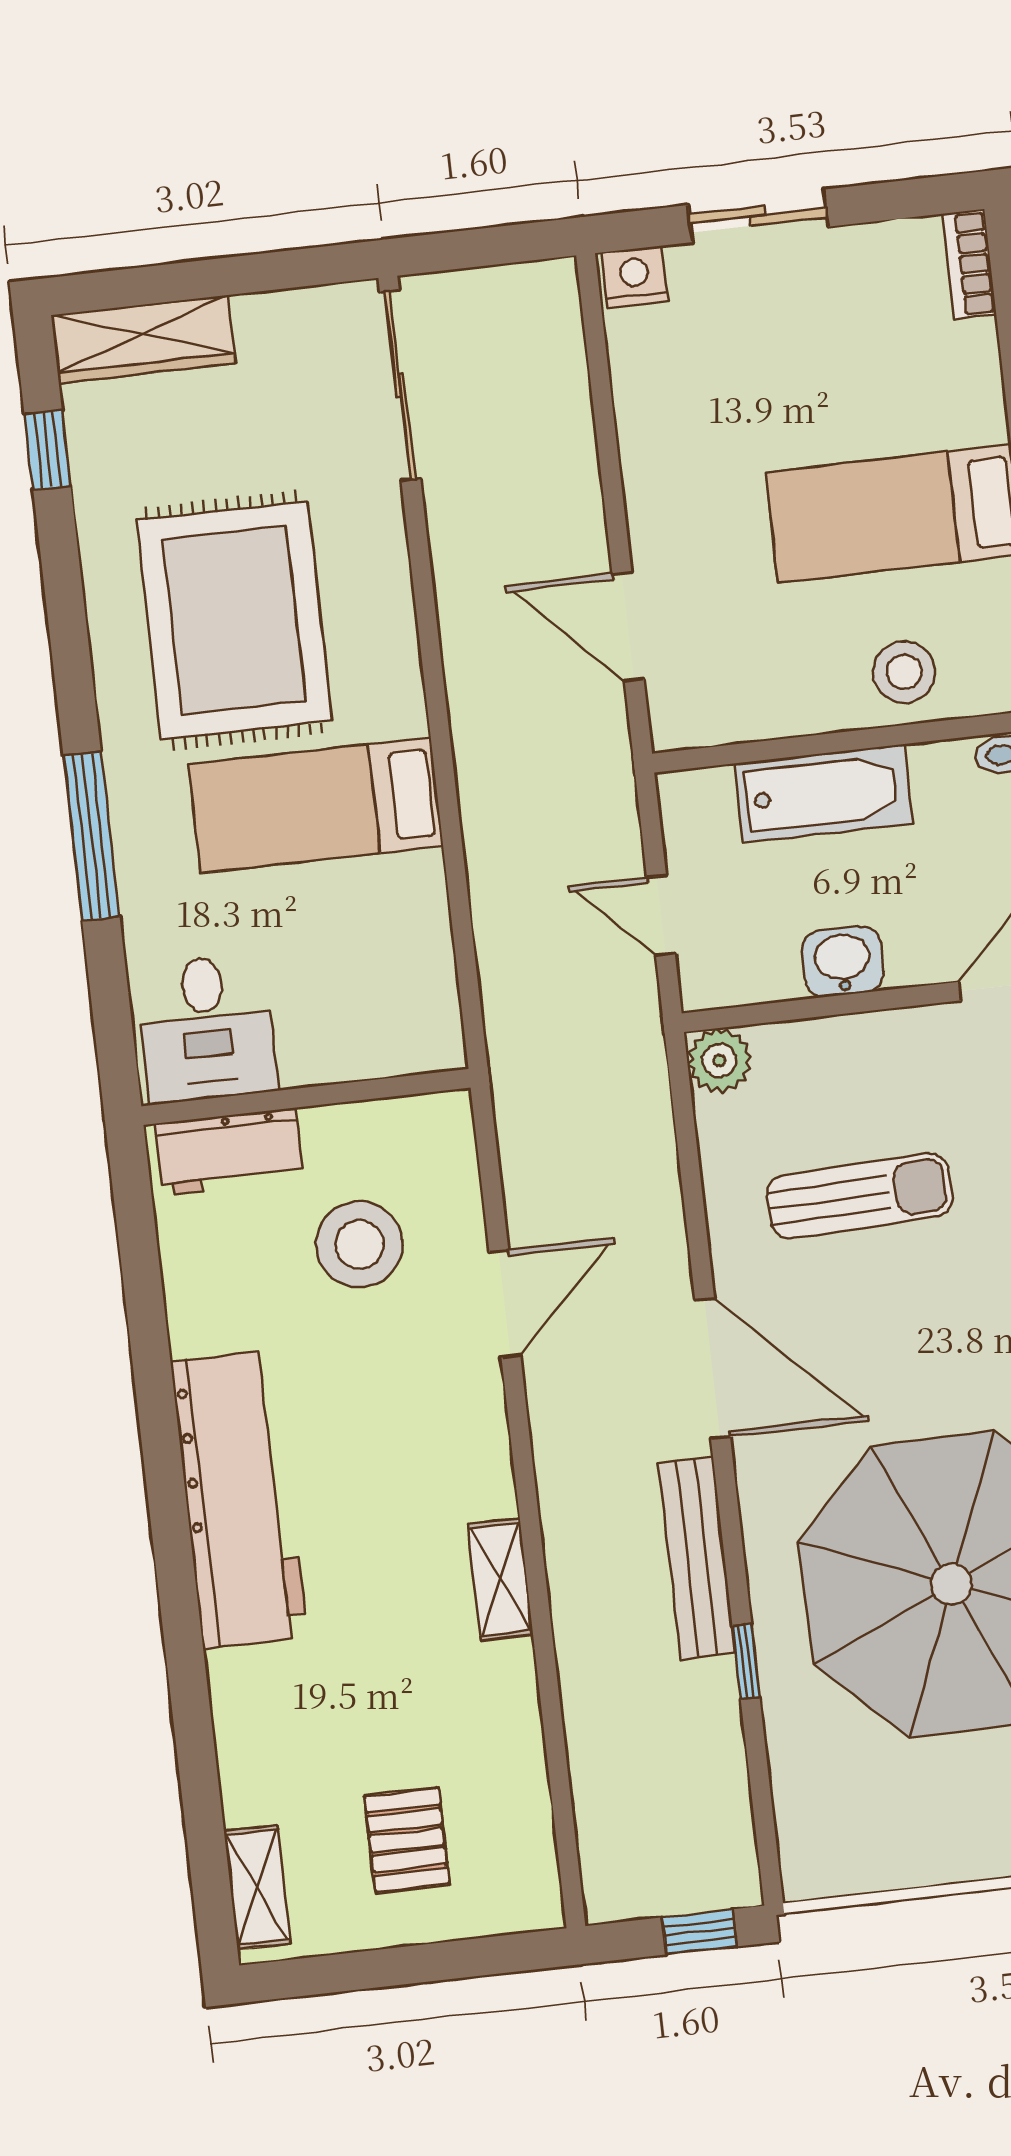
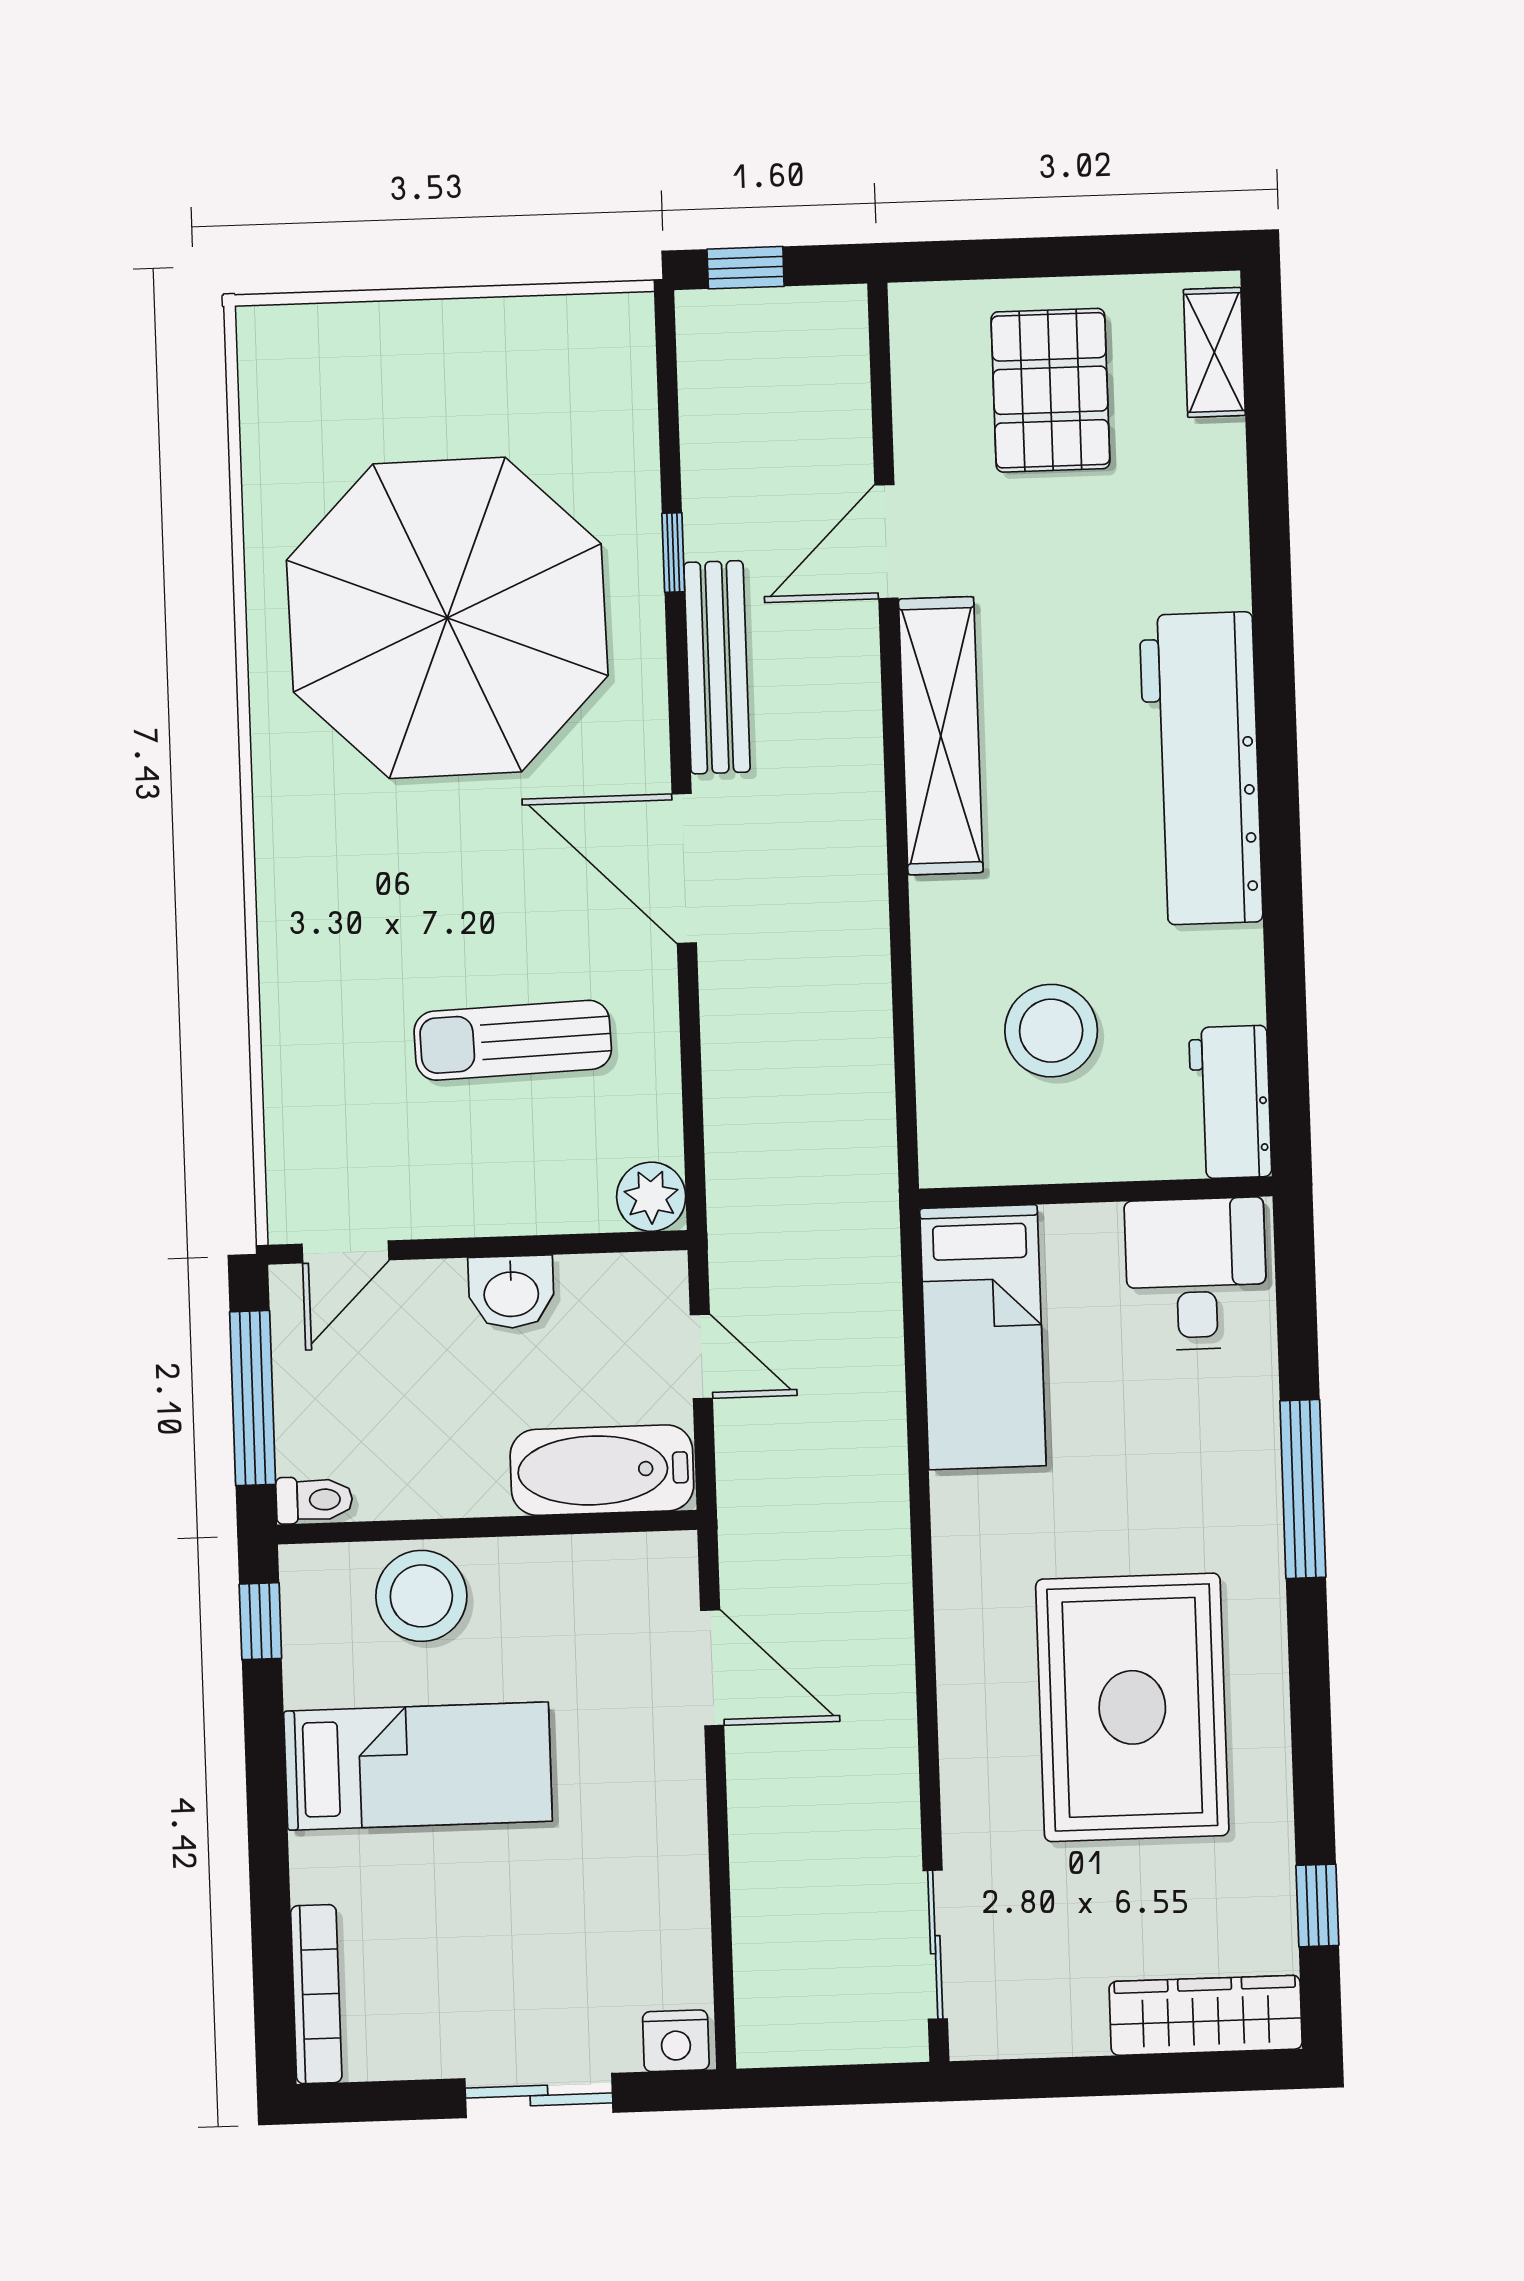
bookcase: (969, 264) -> (316, 1994), width x1.56
sliding door: (400, 385) -> (935, 1945), width x0.73
stool: (904, 672) -> (421, 1596), width x1.38, depth x1.38
bathtub: (823, 793) -> (602, 1470), moved
bed: (316, 805) -> (983, 1337), moved, turned 90
workbench: (229, 1152) -> (1230, 1102), moved, turned -90
door: (505, 1304) -> (886, 542), moved
shelving: (500, 1579) -> (941, 736), width x2.20, depth x1.33
pallet: (407, 1840) -> (1050, 390), width x1.50, depth x1.42

